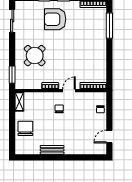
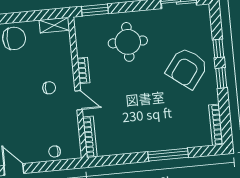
armchair: (55, 19) -> (187, 68), turned -143
window: (109, 26) -> (168, 155), moved
round table: (35, 56) -> (128, 42), turned 45

